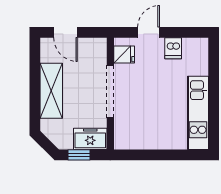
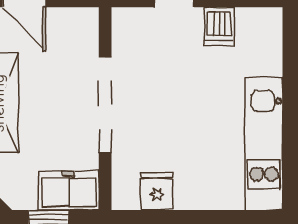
fridge: (124, 55) -> (157, 191), moved, turned -90

